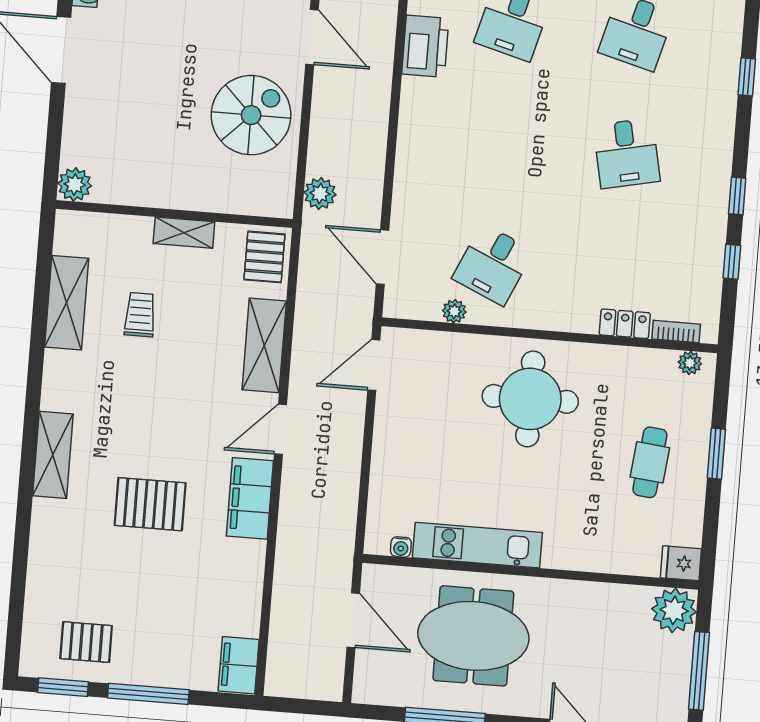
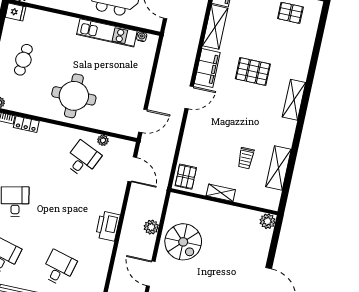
printer: (425, 46) -> (108, 226), moved
spiral stairs: (251, 115) -> (183, 242), turned -90
plant: (320, 193) -> (151, 227), moved
shelving: (264, 345) -> (215, 27), moved

